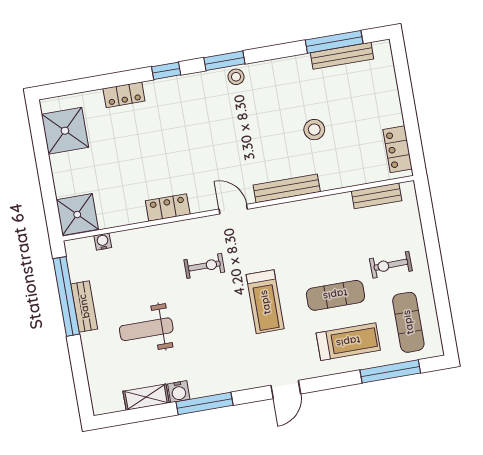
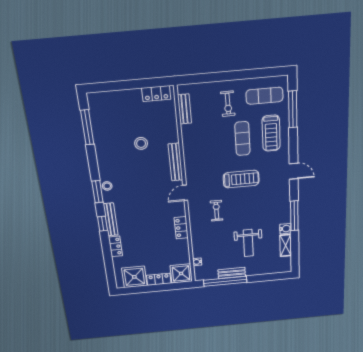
bench: (342, 56) -> (111, 219), moved
locker: (63, 175) -> (159, 279), added
treadmill: (348, 342) -> (271, 133), turned 180

